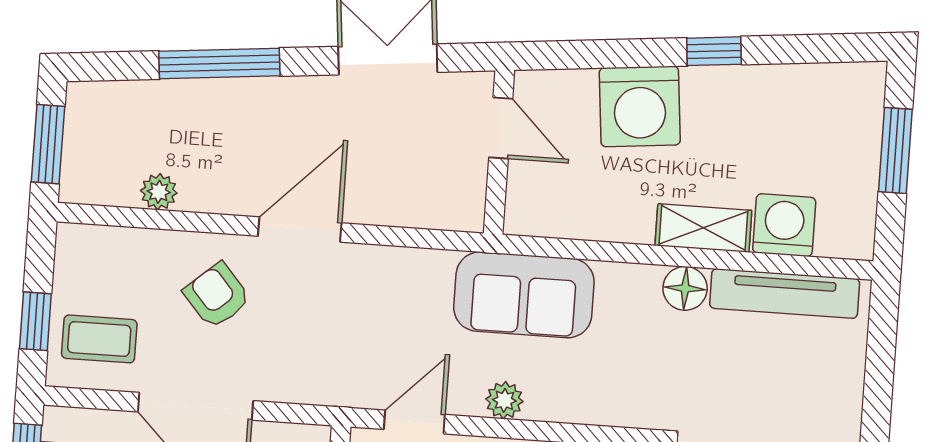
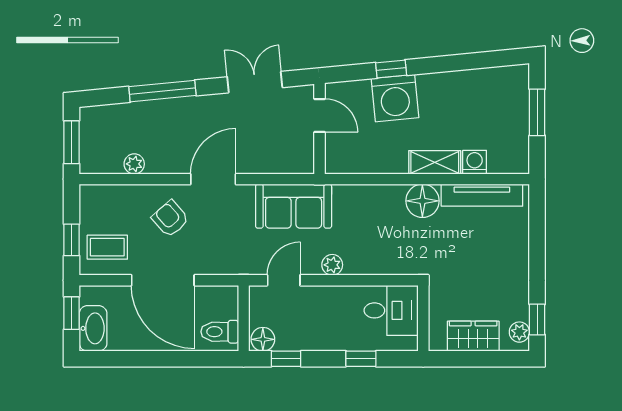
window: (714, 51) -> (391, 69), moved
washing machine: (784, 225) -> (475, 162), width x0.73, depth x0.73
floor lamp: (685, 288) -> (422, 201), width x1.38, depth x1.38
sofa: (524, 295) -> (294, 206), moved

